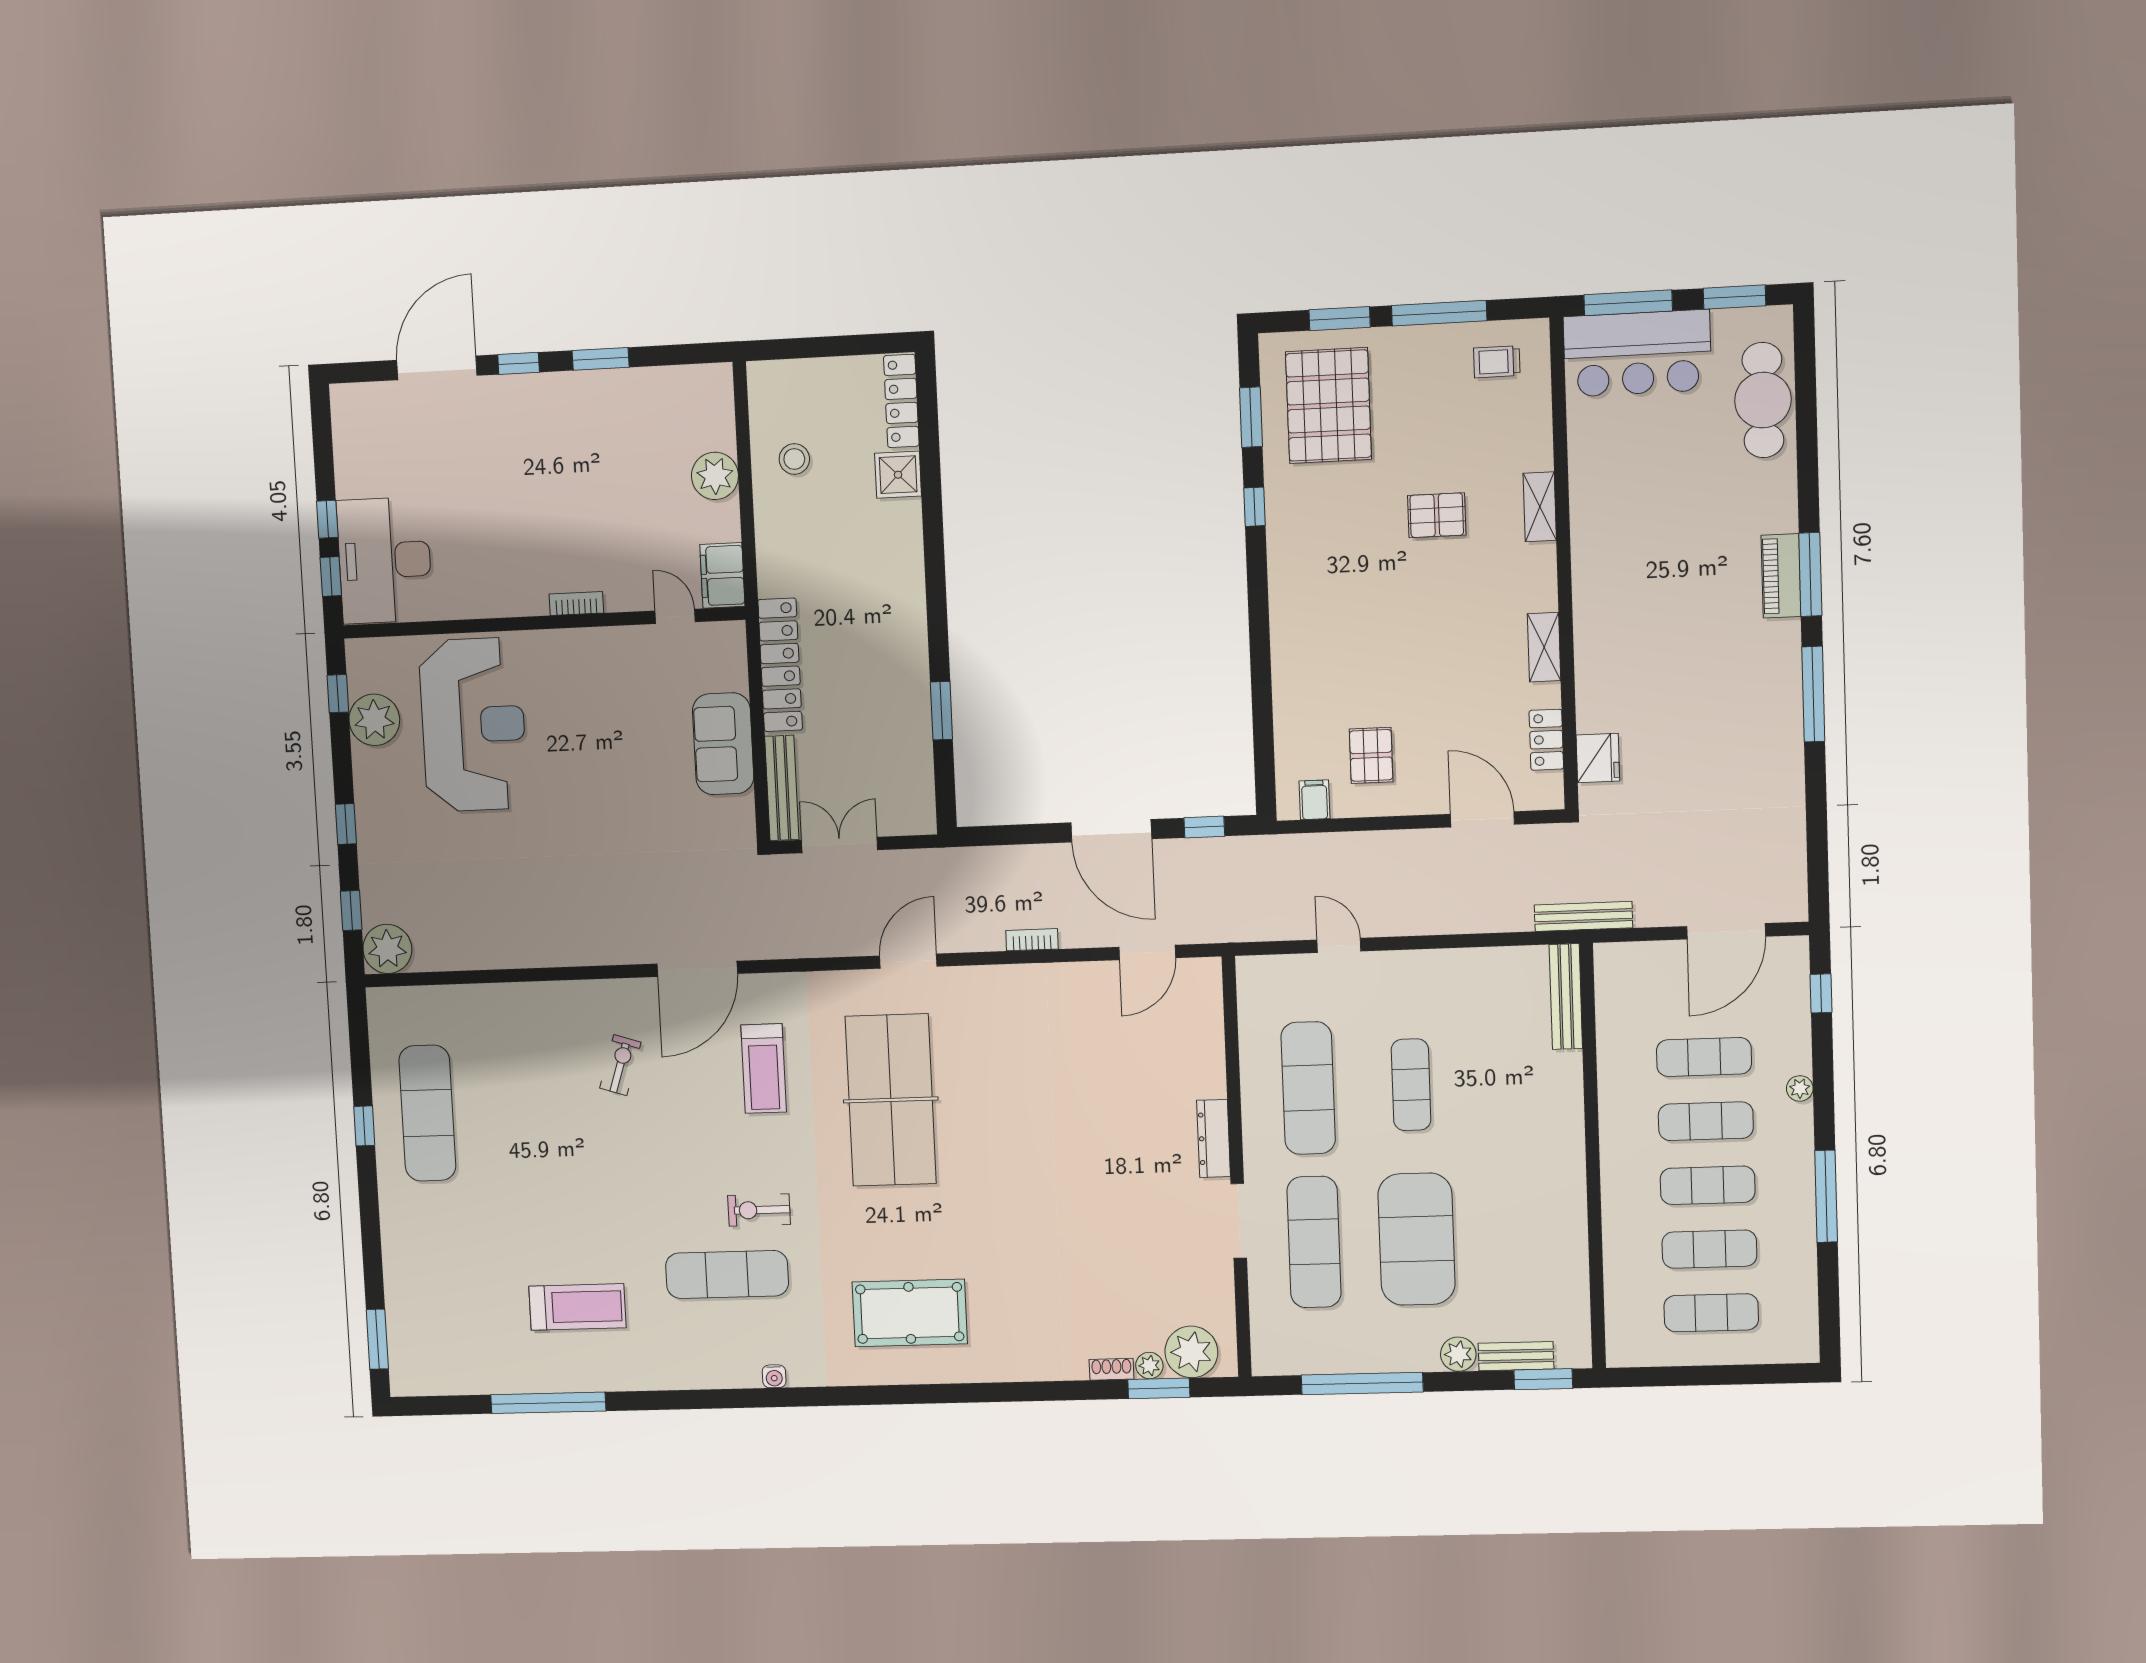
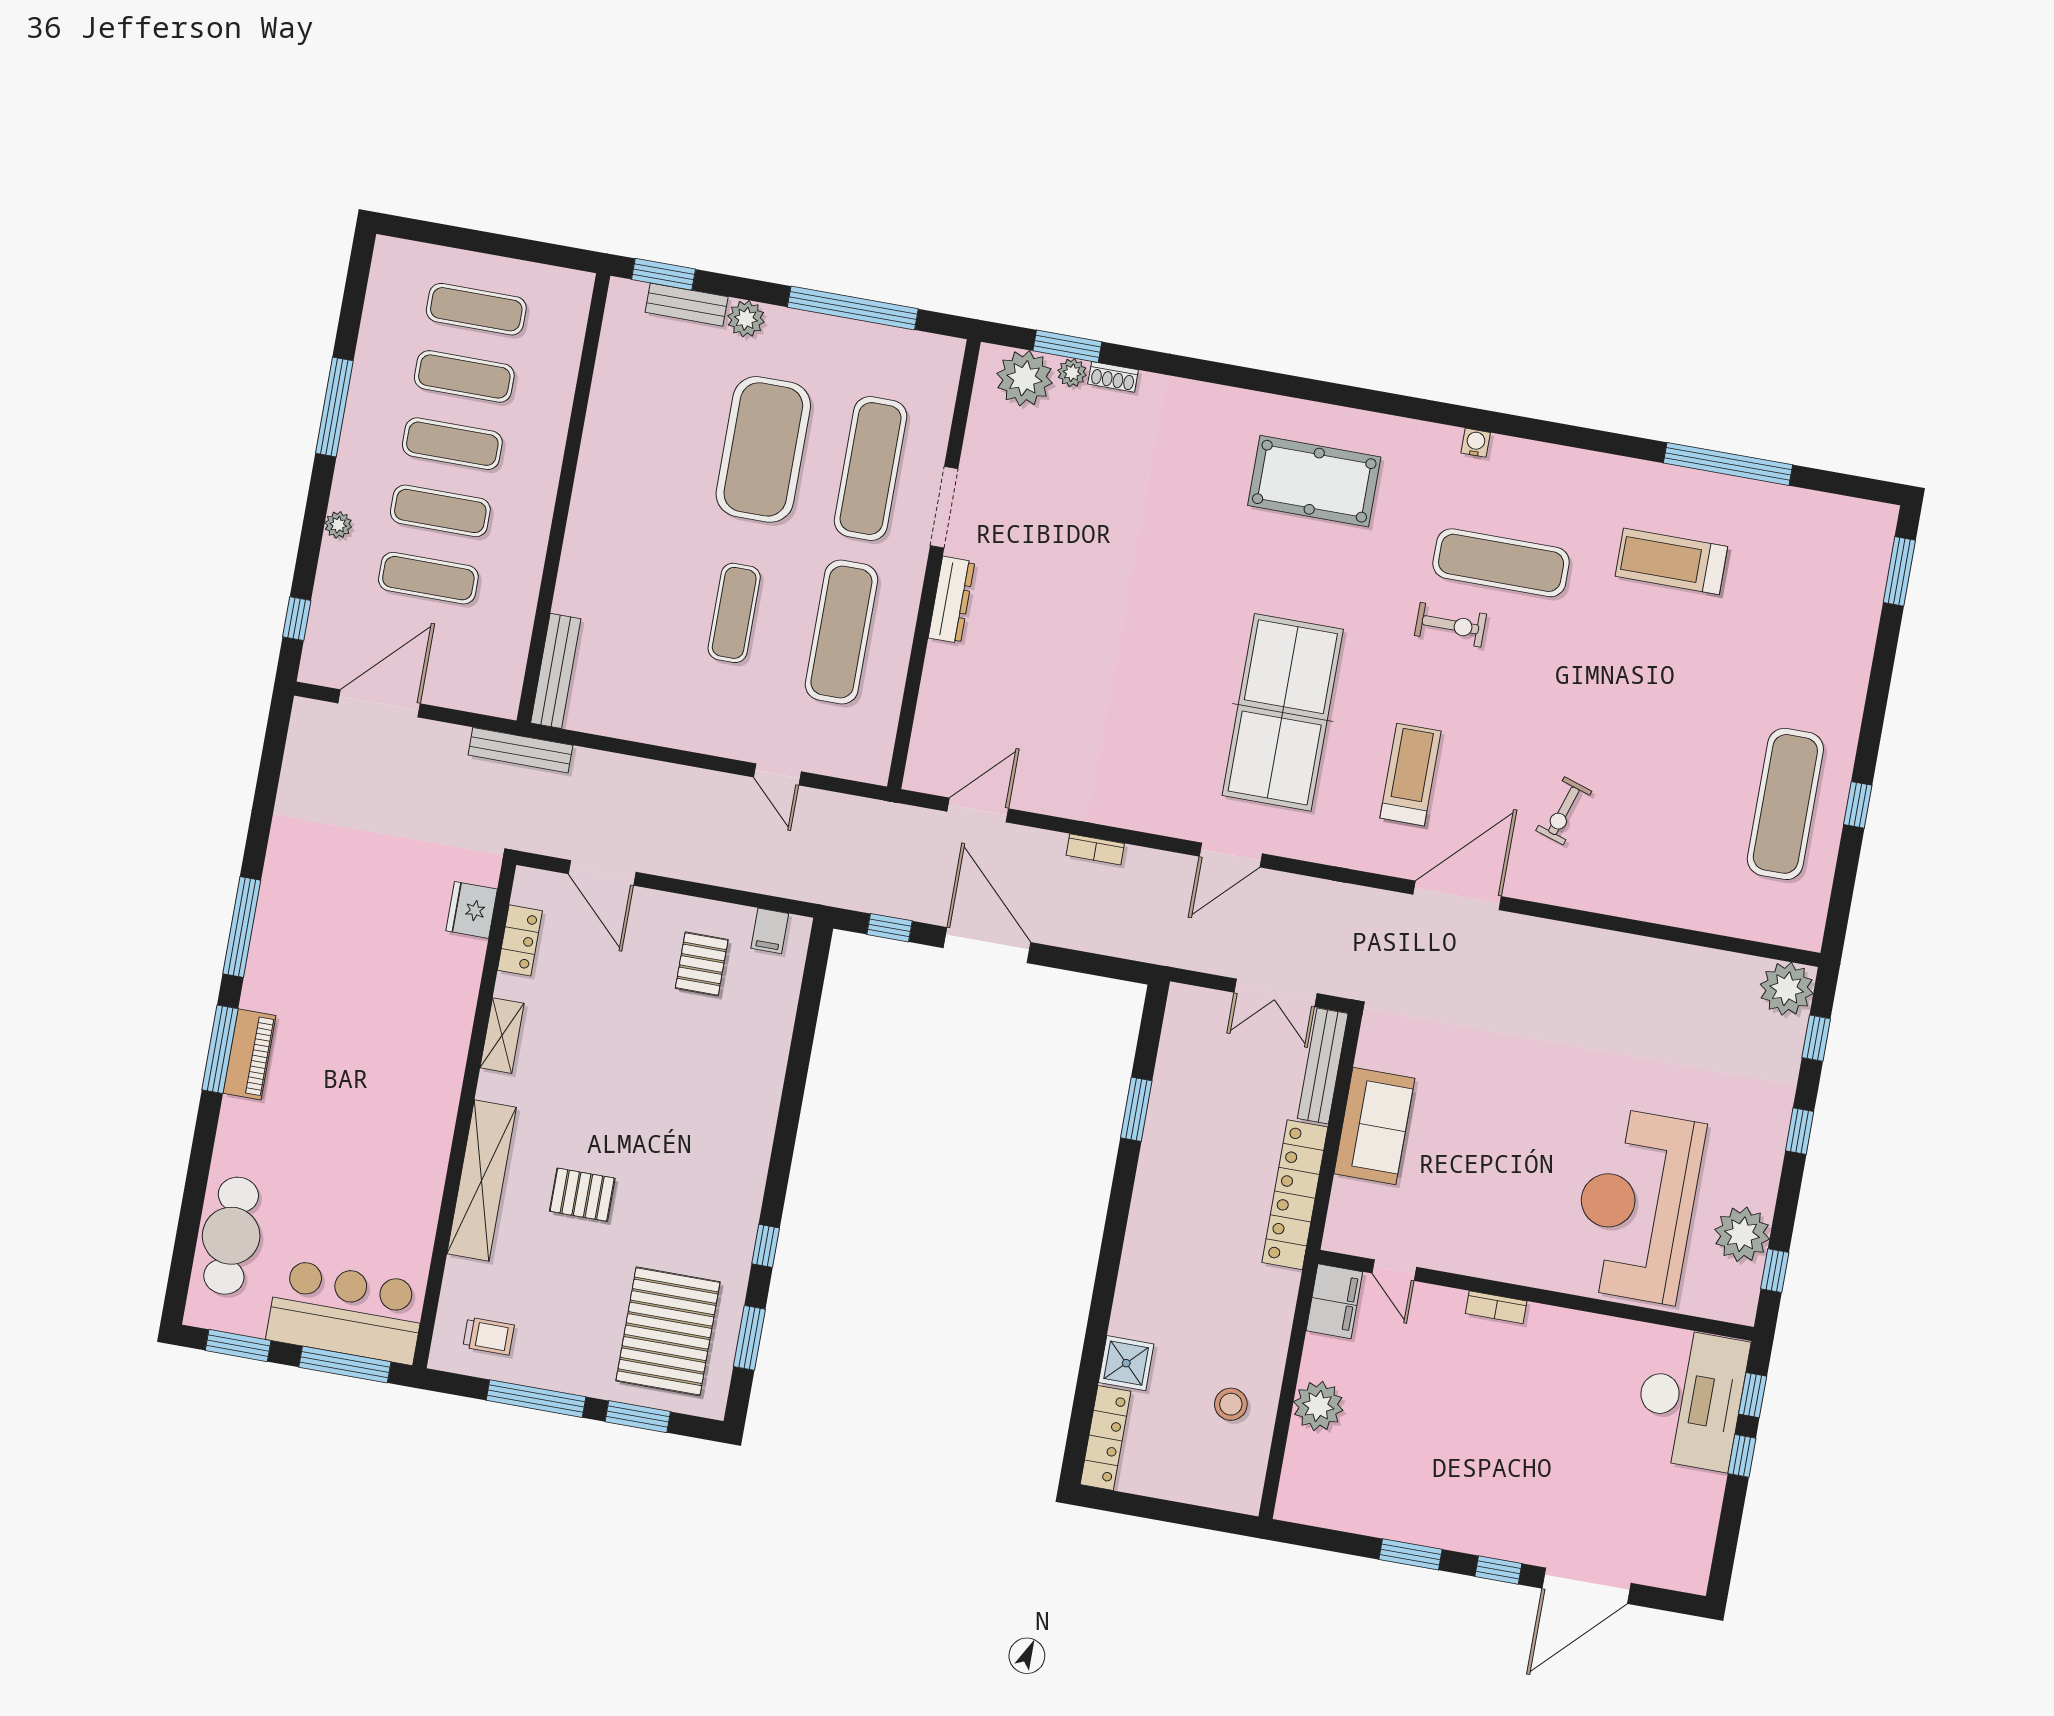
shelving: (1540, 507) -> (482, 1180), width x2.20, depth x1.33

